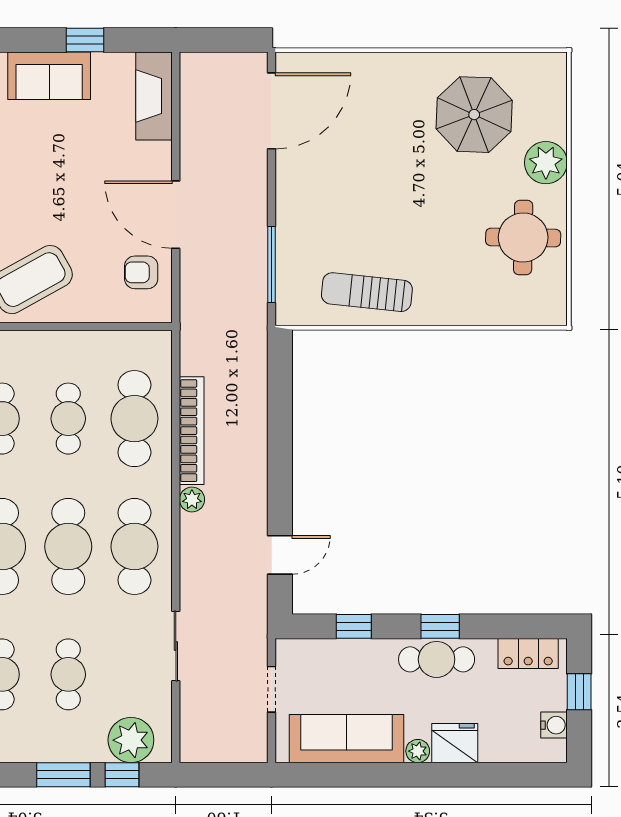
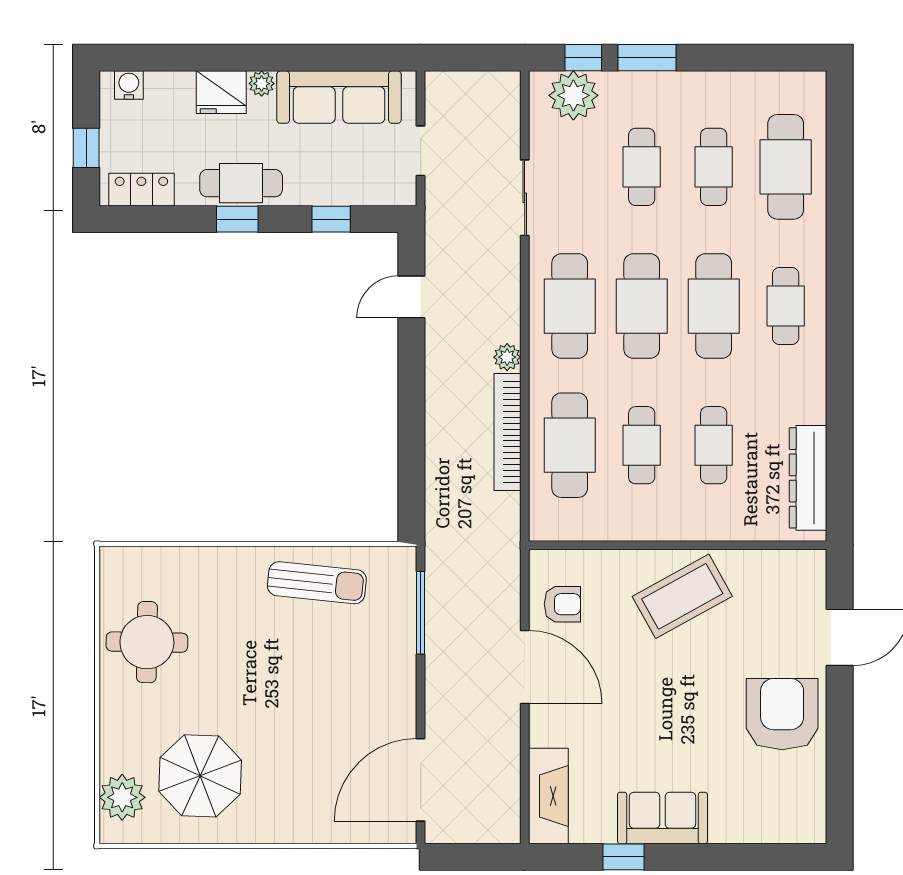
plant: (546, 163) -> (122, 797), moved
water cooler: (554, 725) -> (129, 85), moved, turned 90

